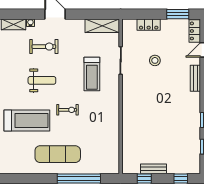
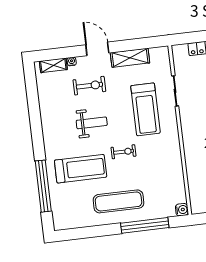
shelving: (102, 26) -> (130, 58), moved
treadmill: (92, 74) -> (145, 109), width x1.37, depth x1.38
water cooler: (114, 168) -> (182, 210), added

